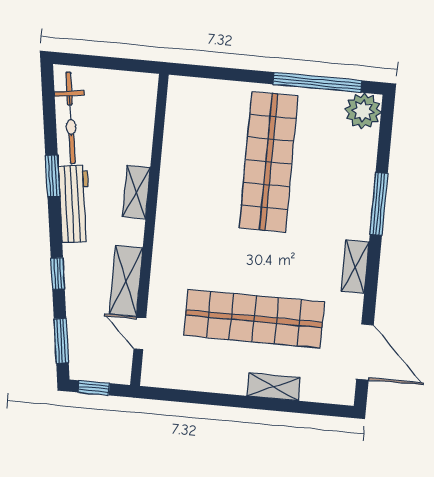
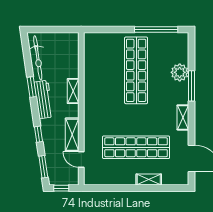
plant: (363, 111) -> (180, 72), moved

